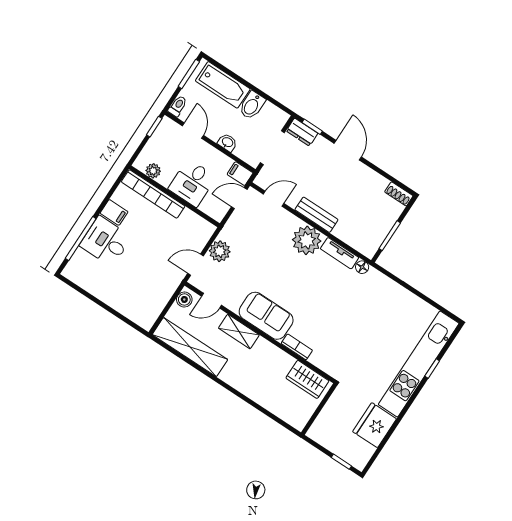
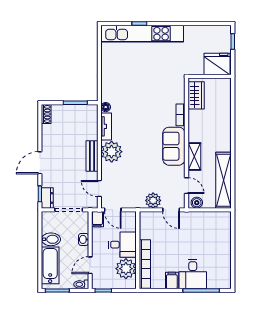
plant: (153, 171) -> (126, 269), width x1.87, depth x1.87
fridge: (375, 425) -> (217, 64), moved, turned 180

